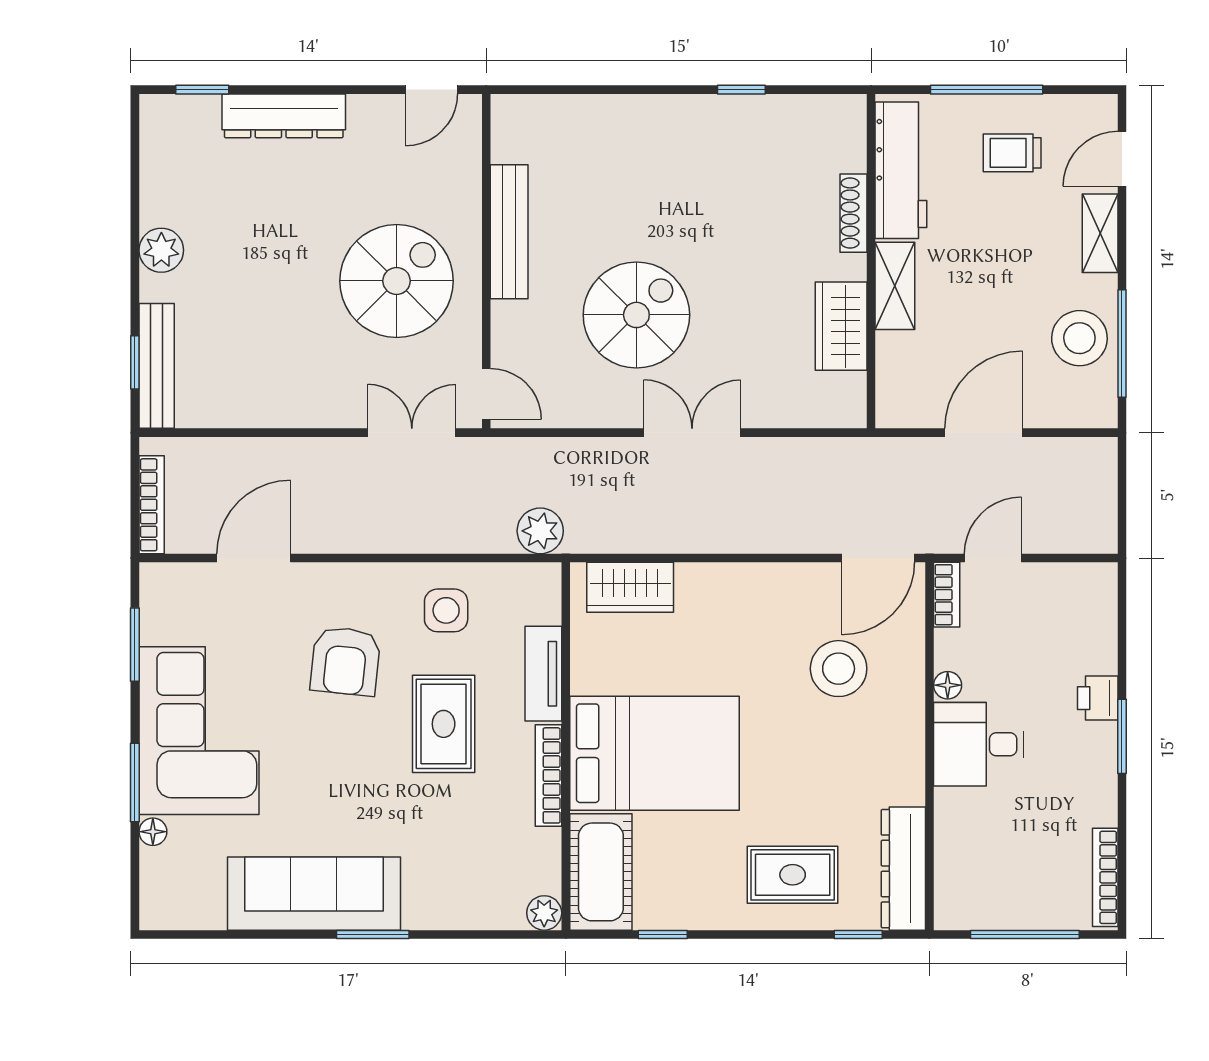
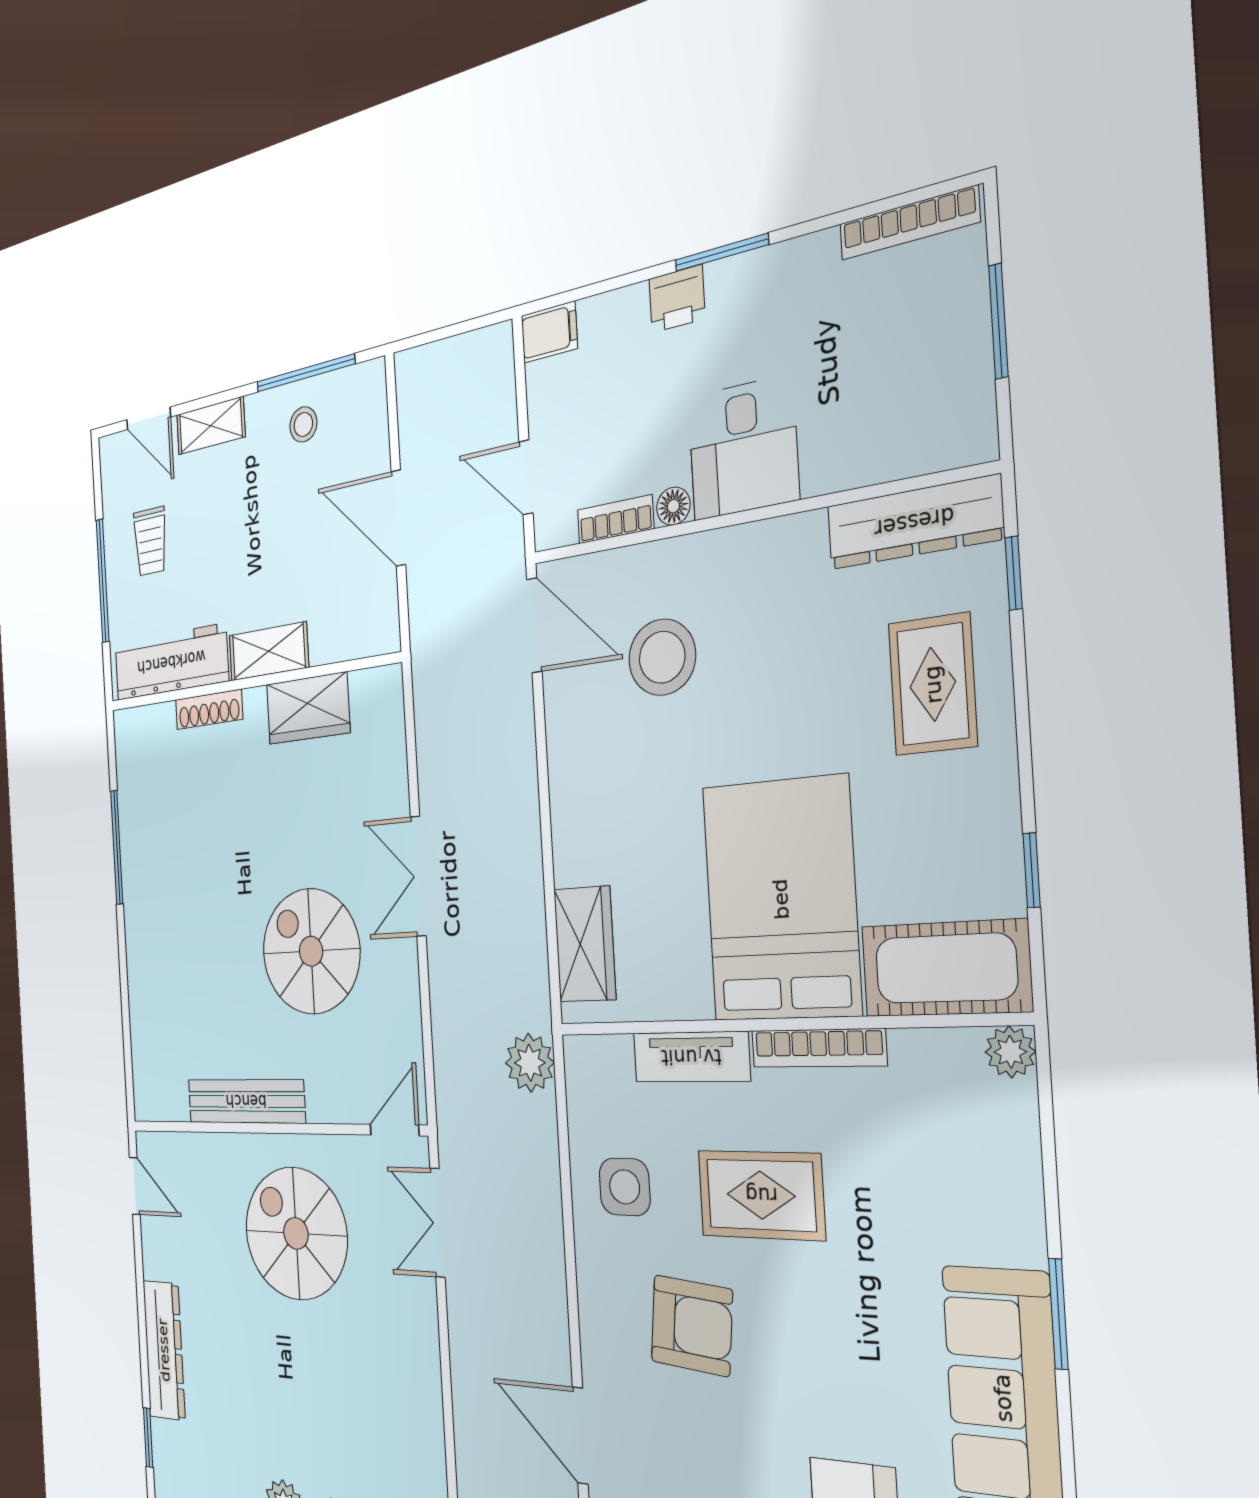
window: (741, 90) -> (117, 847), width x2.17
stool: (1079, 338) -> (303, 424), width x0.53, depth x0.53
filing cabinet: (1099, 587) -> (549, 332), added
bookcase: (947, 595) -> (615, 519), moved
window: (1025, 934) -> (998, 321), width x0.69

